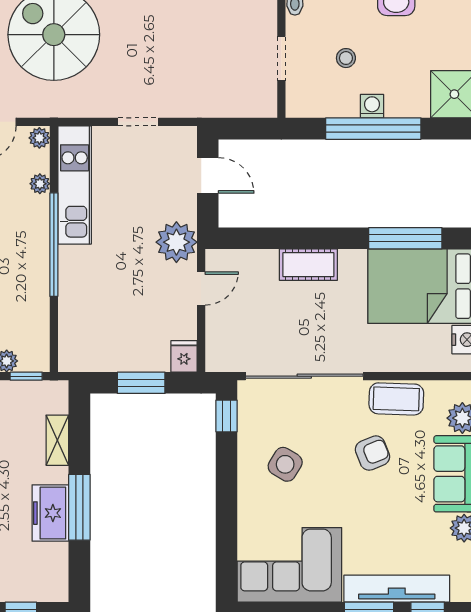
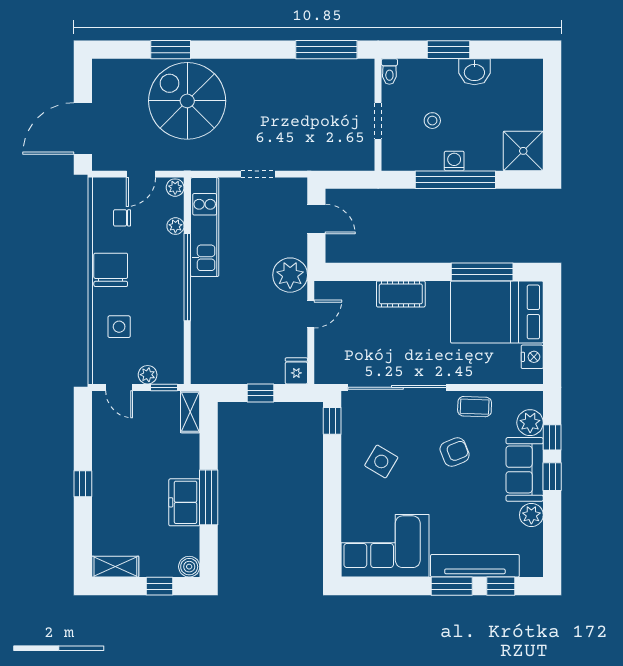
window: (141, 383) -> (261, 393), width x0.67
coffee table: (396, 399) -> (475, 407), width x0.73, depth x0.77
shelving: (57, 440) -> (190, 412), moved
boiler: (56, 590) -> (189, 567), added

